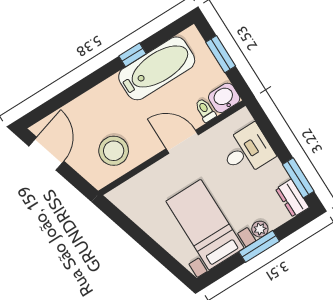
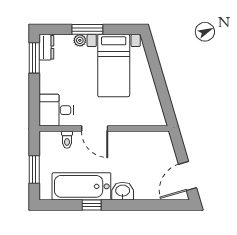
washbasin: (224, 98) -> (123, 191), moved, turned 180
desk: (247, 150) -> (56, 110), moved
stool: (114, 151) -> (143, 151), removed

